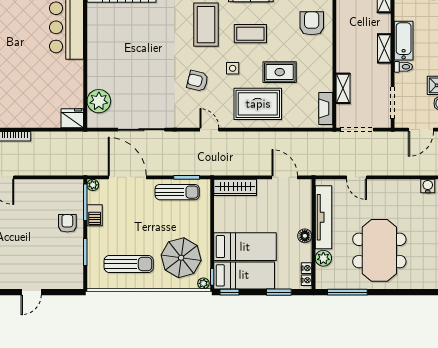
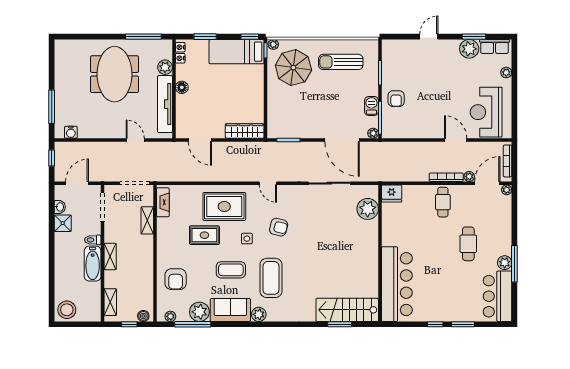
cafe table: (15, 109) -> (443, 202), added
sun lounger: (177, 192) -> (297, 127), removed
bed: (245, 247) -> (236, 78), removed

